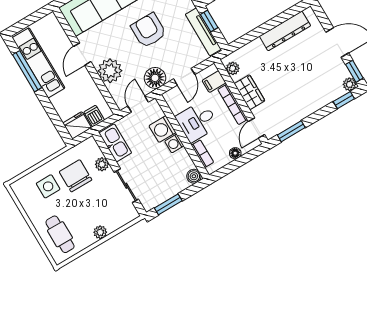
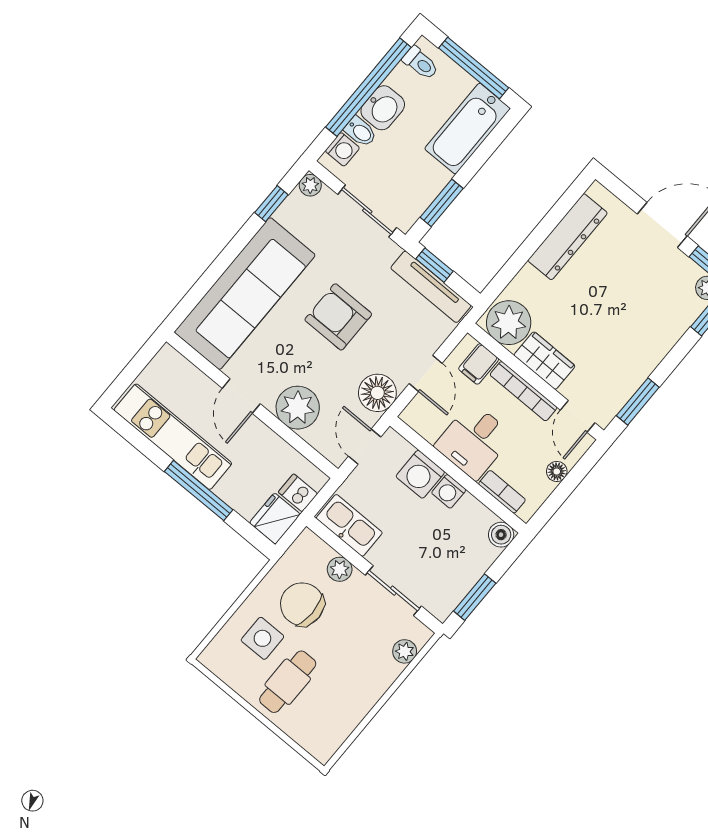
plant: (233, 68) -> (509, 323), width x1.87, depth x1.87
window: (27, 71) -> (199, 491), moved
plant: (100, 232) -> (405, 651), moved
cafe table: (60, 234) -> (288, 682), moved, turned 90

